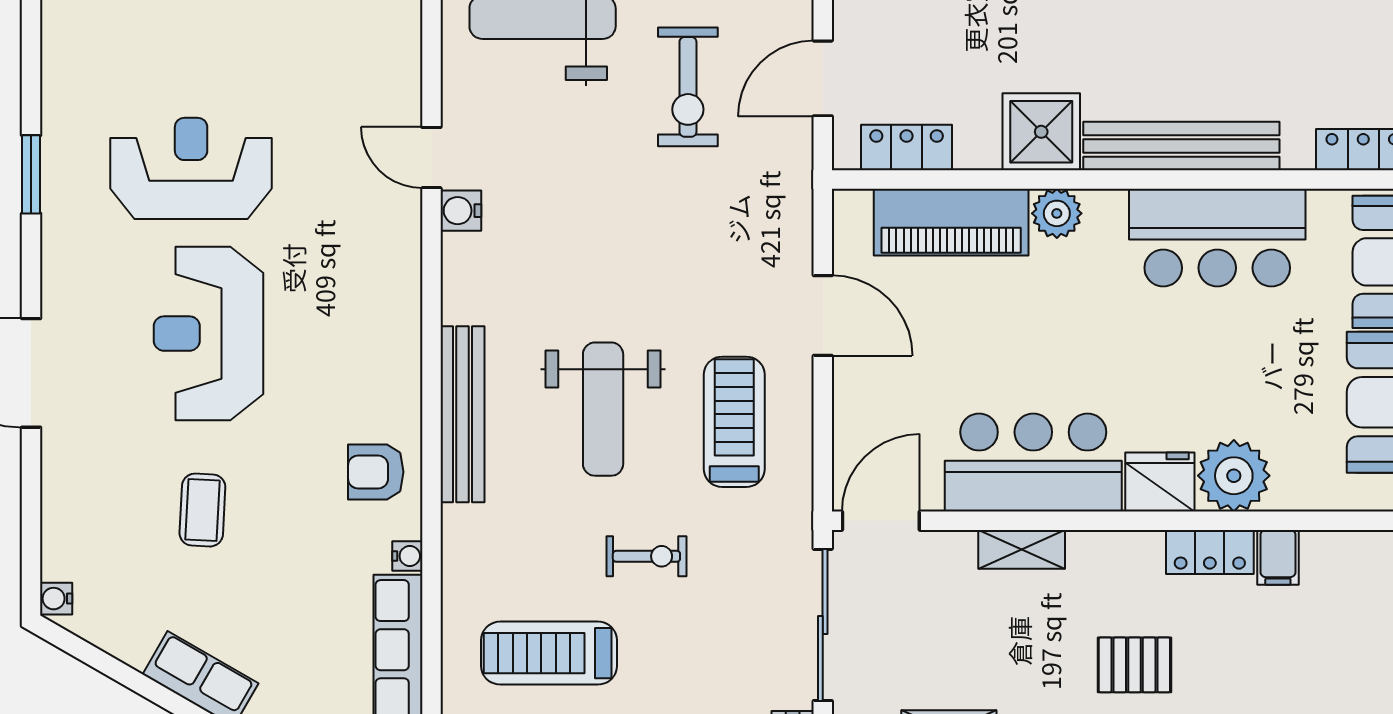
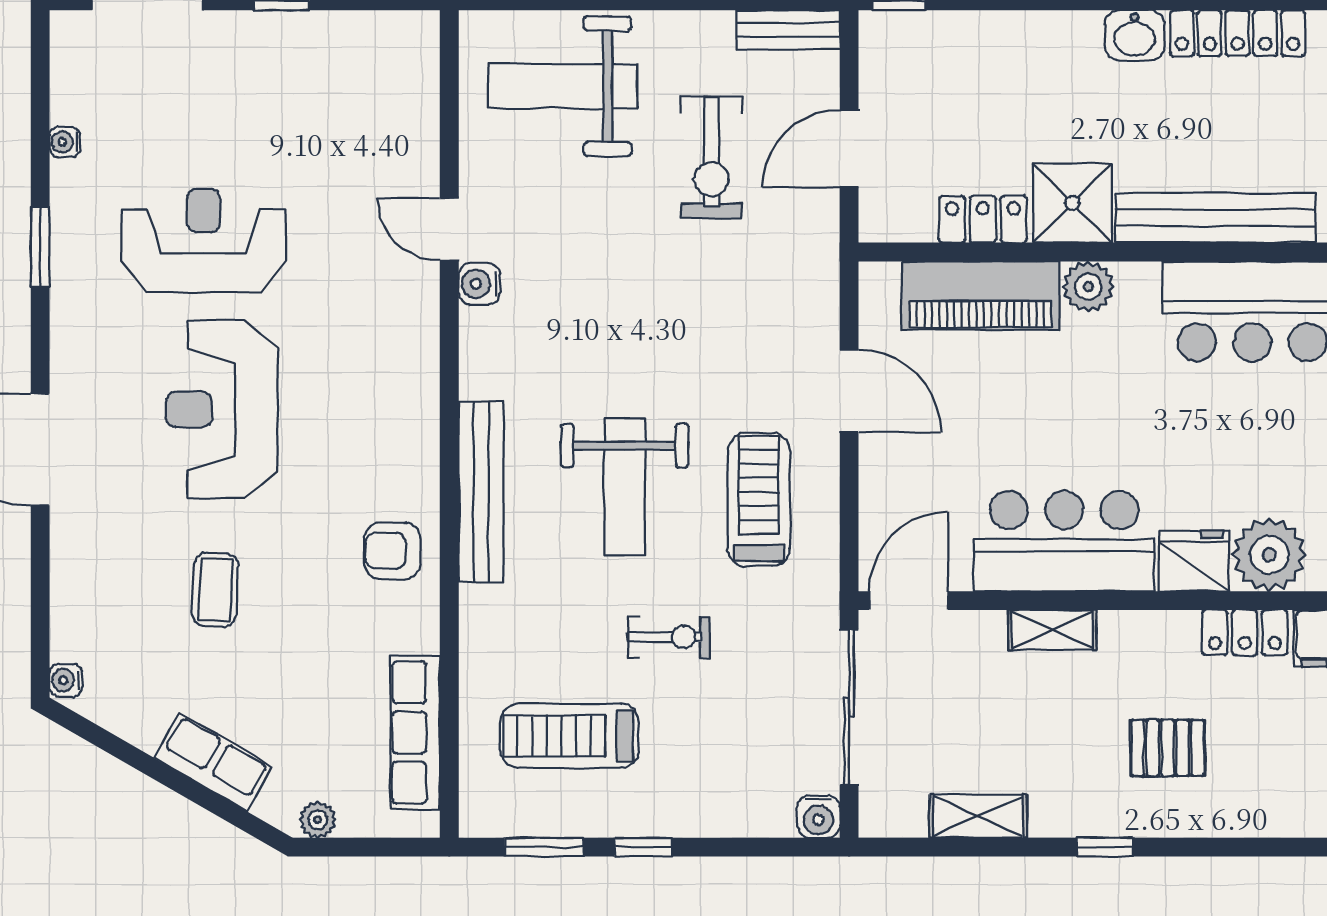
locker: (907, 147) -> (983, 219), moved
water cooler: (407, 556) -> (65, 142), moved, turned 180

